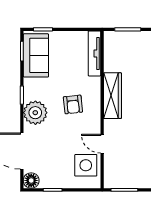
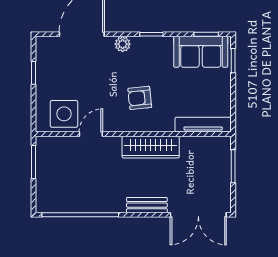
plant: (35, 113) -> (123, 44), width x0.53, depth x0.53
floor lamp: (31, 180) -> (45, 46), removed

